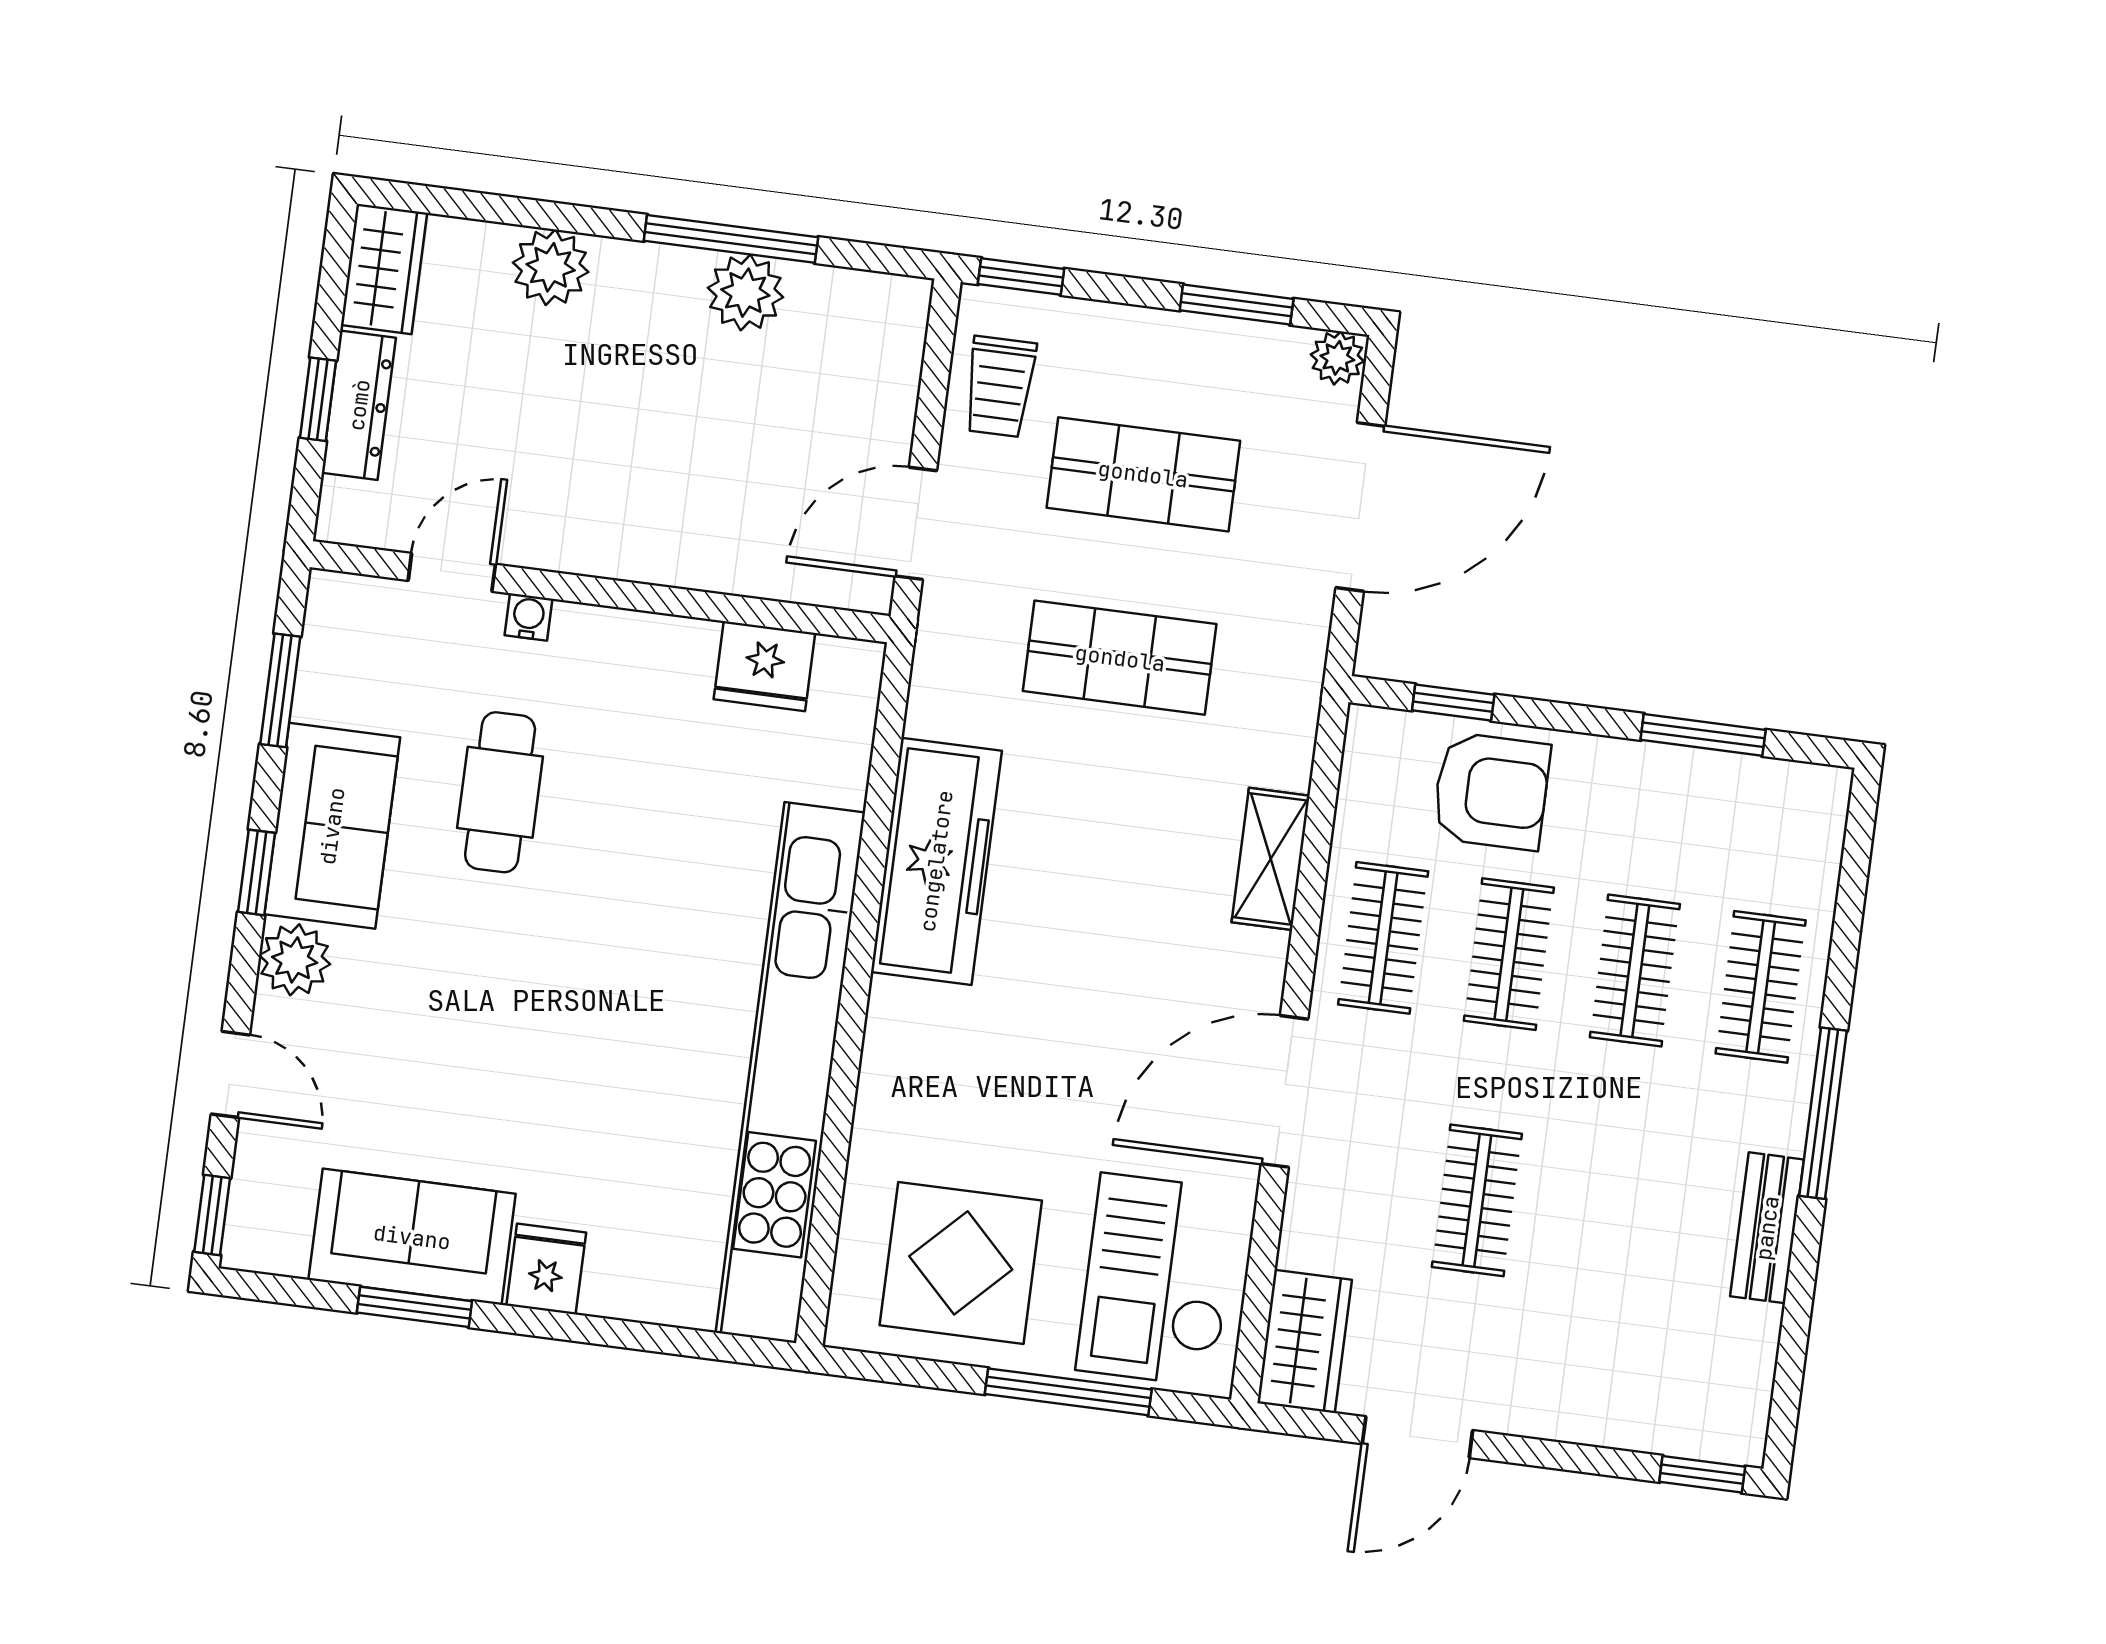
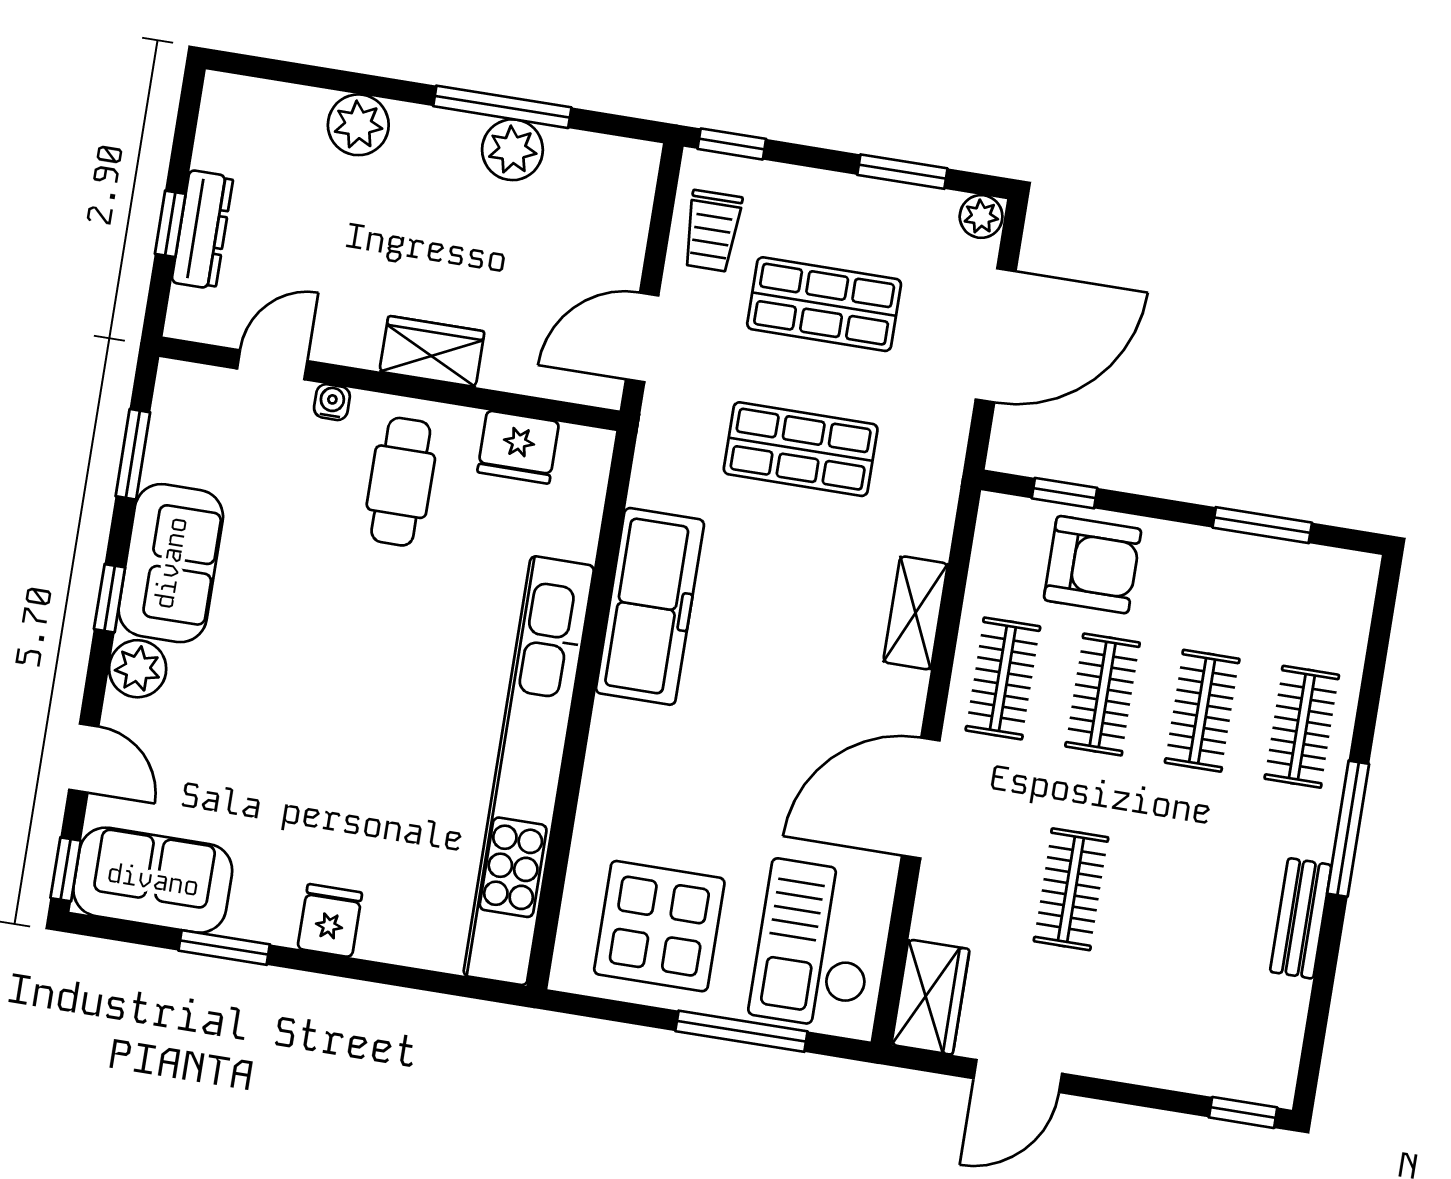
wardrobe: (384, 269) -> (432, 351), moved, turned -90
cafe table: (500, 792) -> (401, 482), moved
sofa: (412, 1237) -> (153, 880), moved

